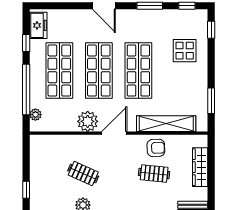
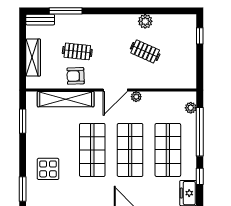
window: (211, 30) -> (23, 189), width x1.50
plant: (88, 121) -> (136, 97), width x0.53, depth x0.53

